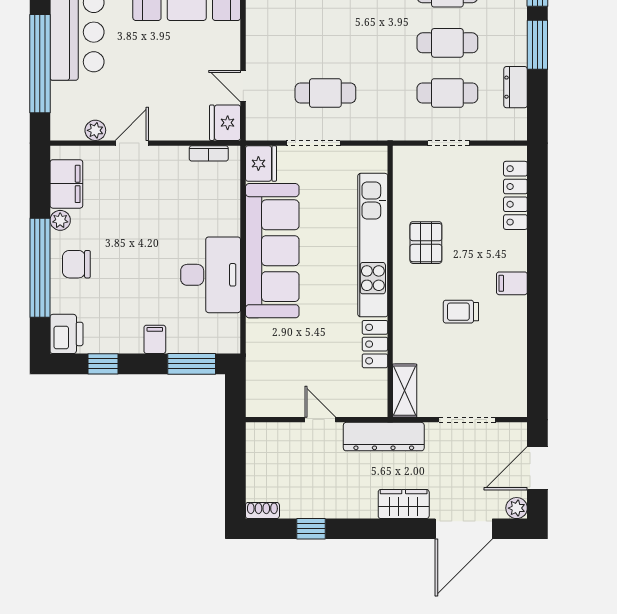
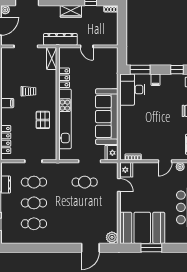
desk: (211, 275) -> (132, 90), moved
wardrobe: (404, 504) -> (71, 11), moved

